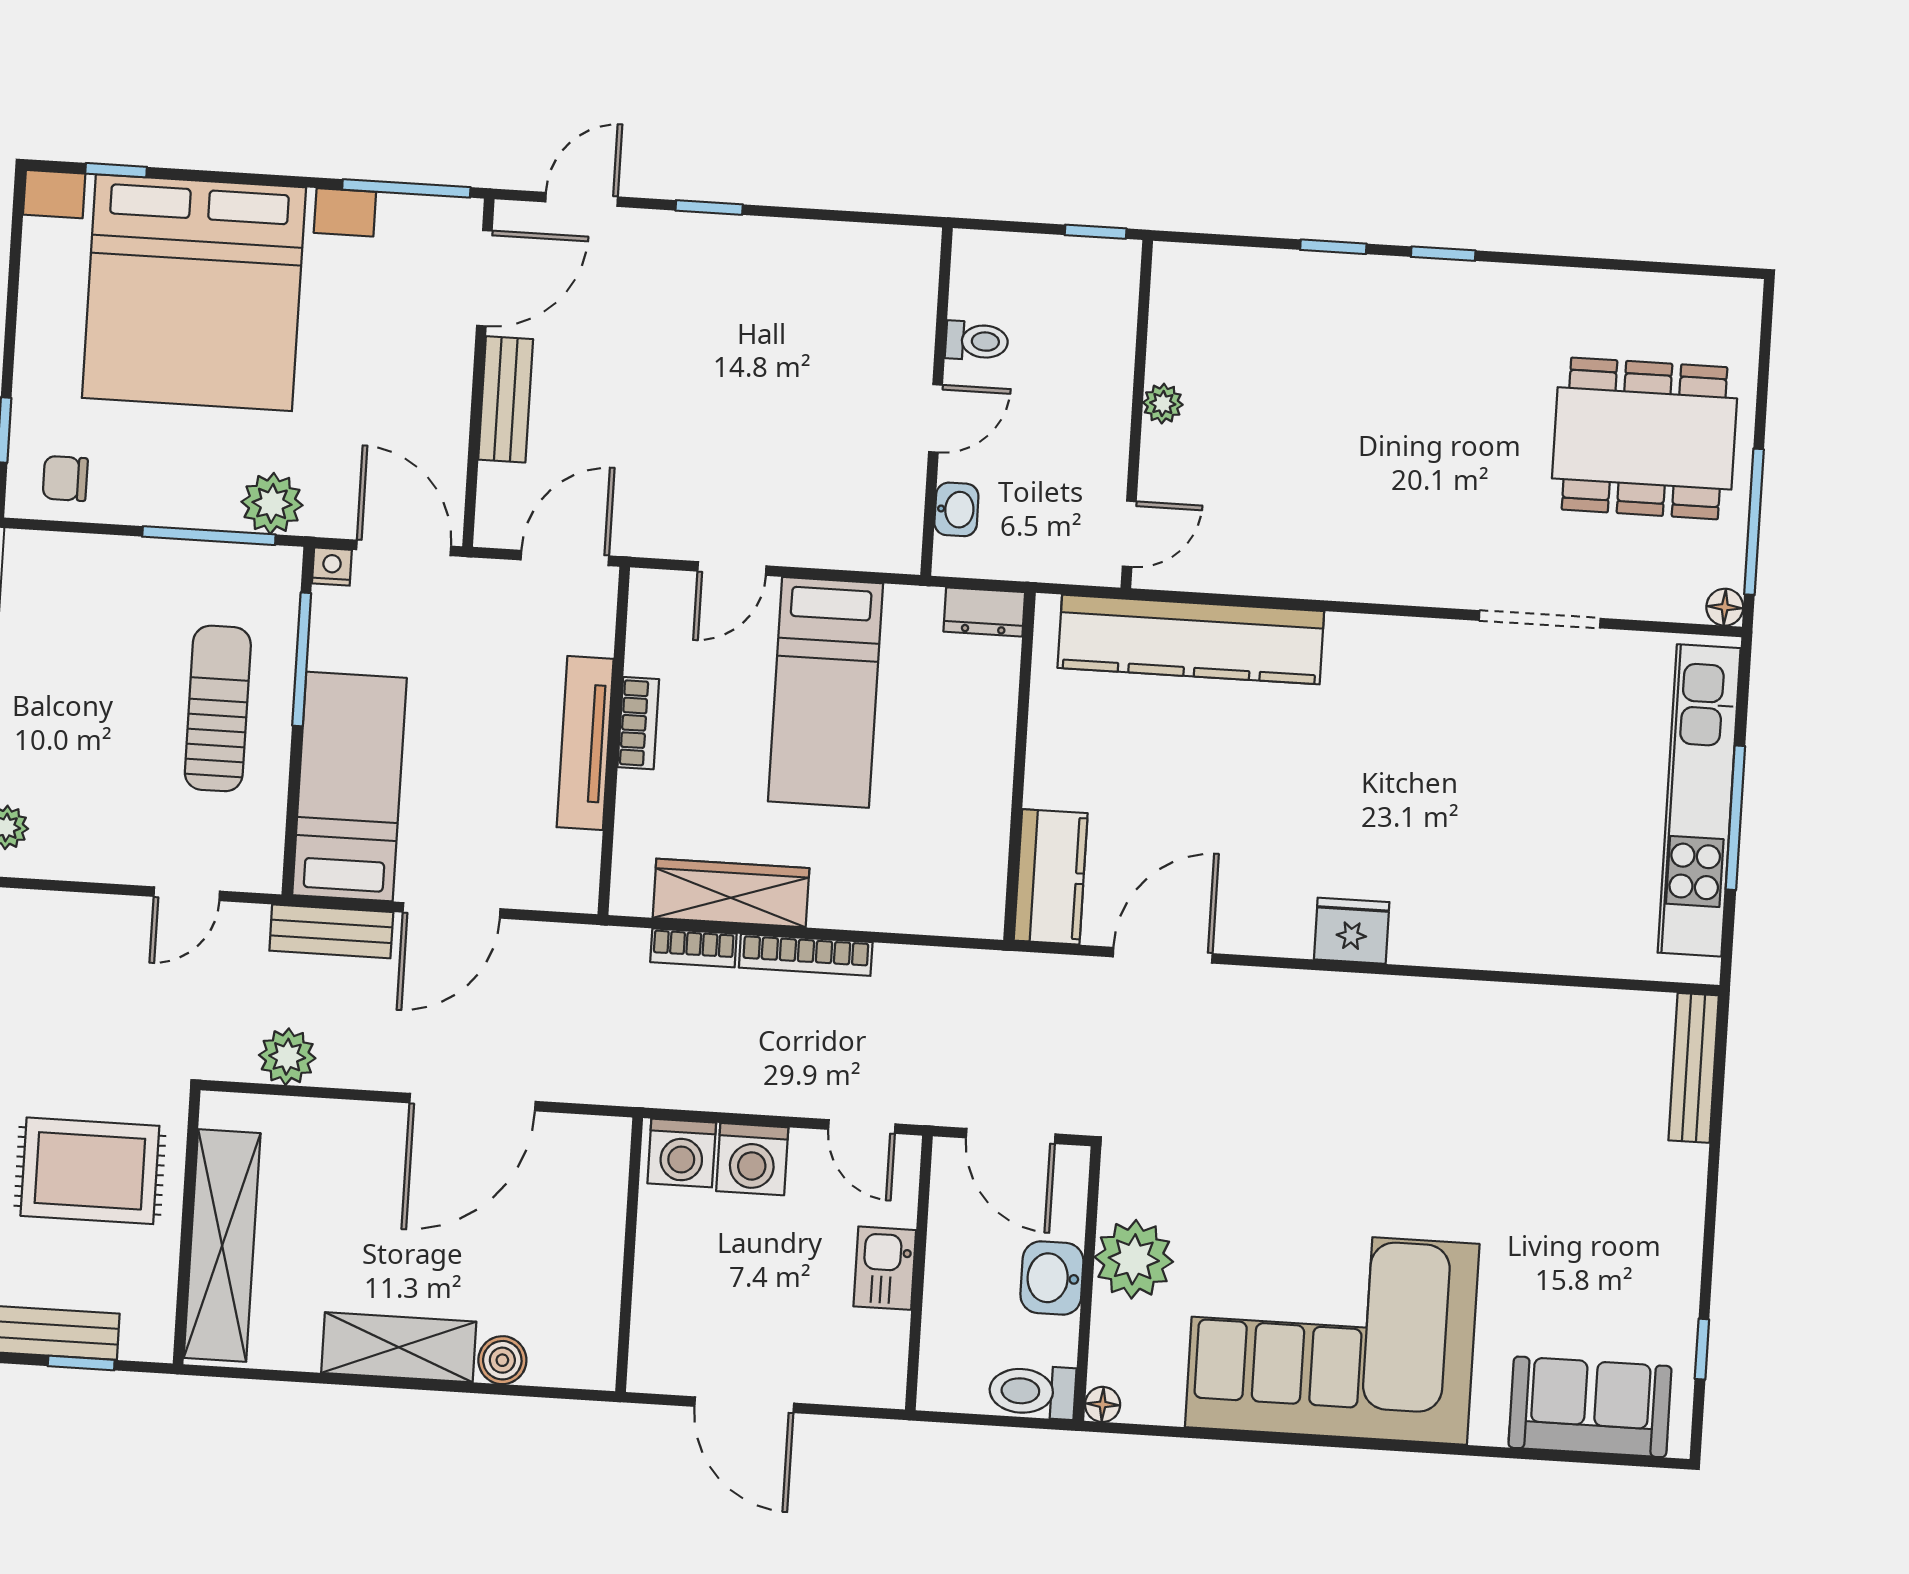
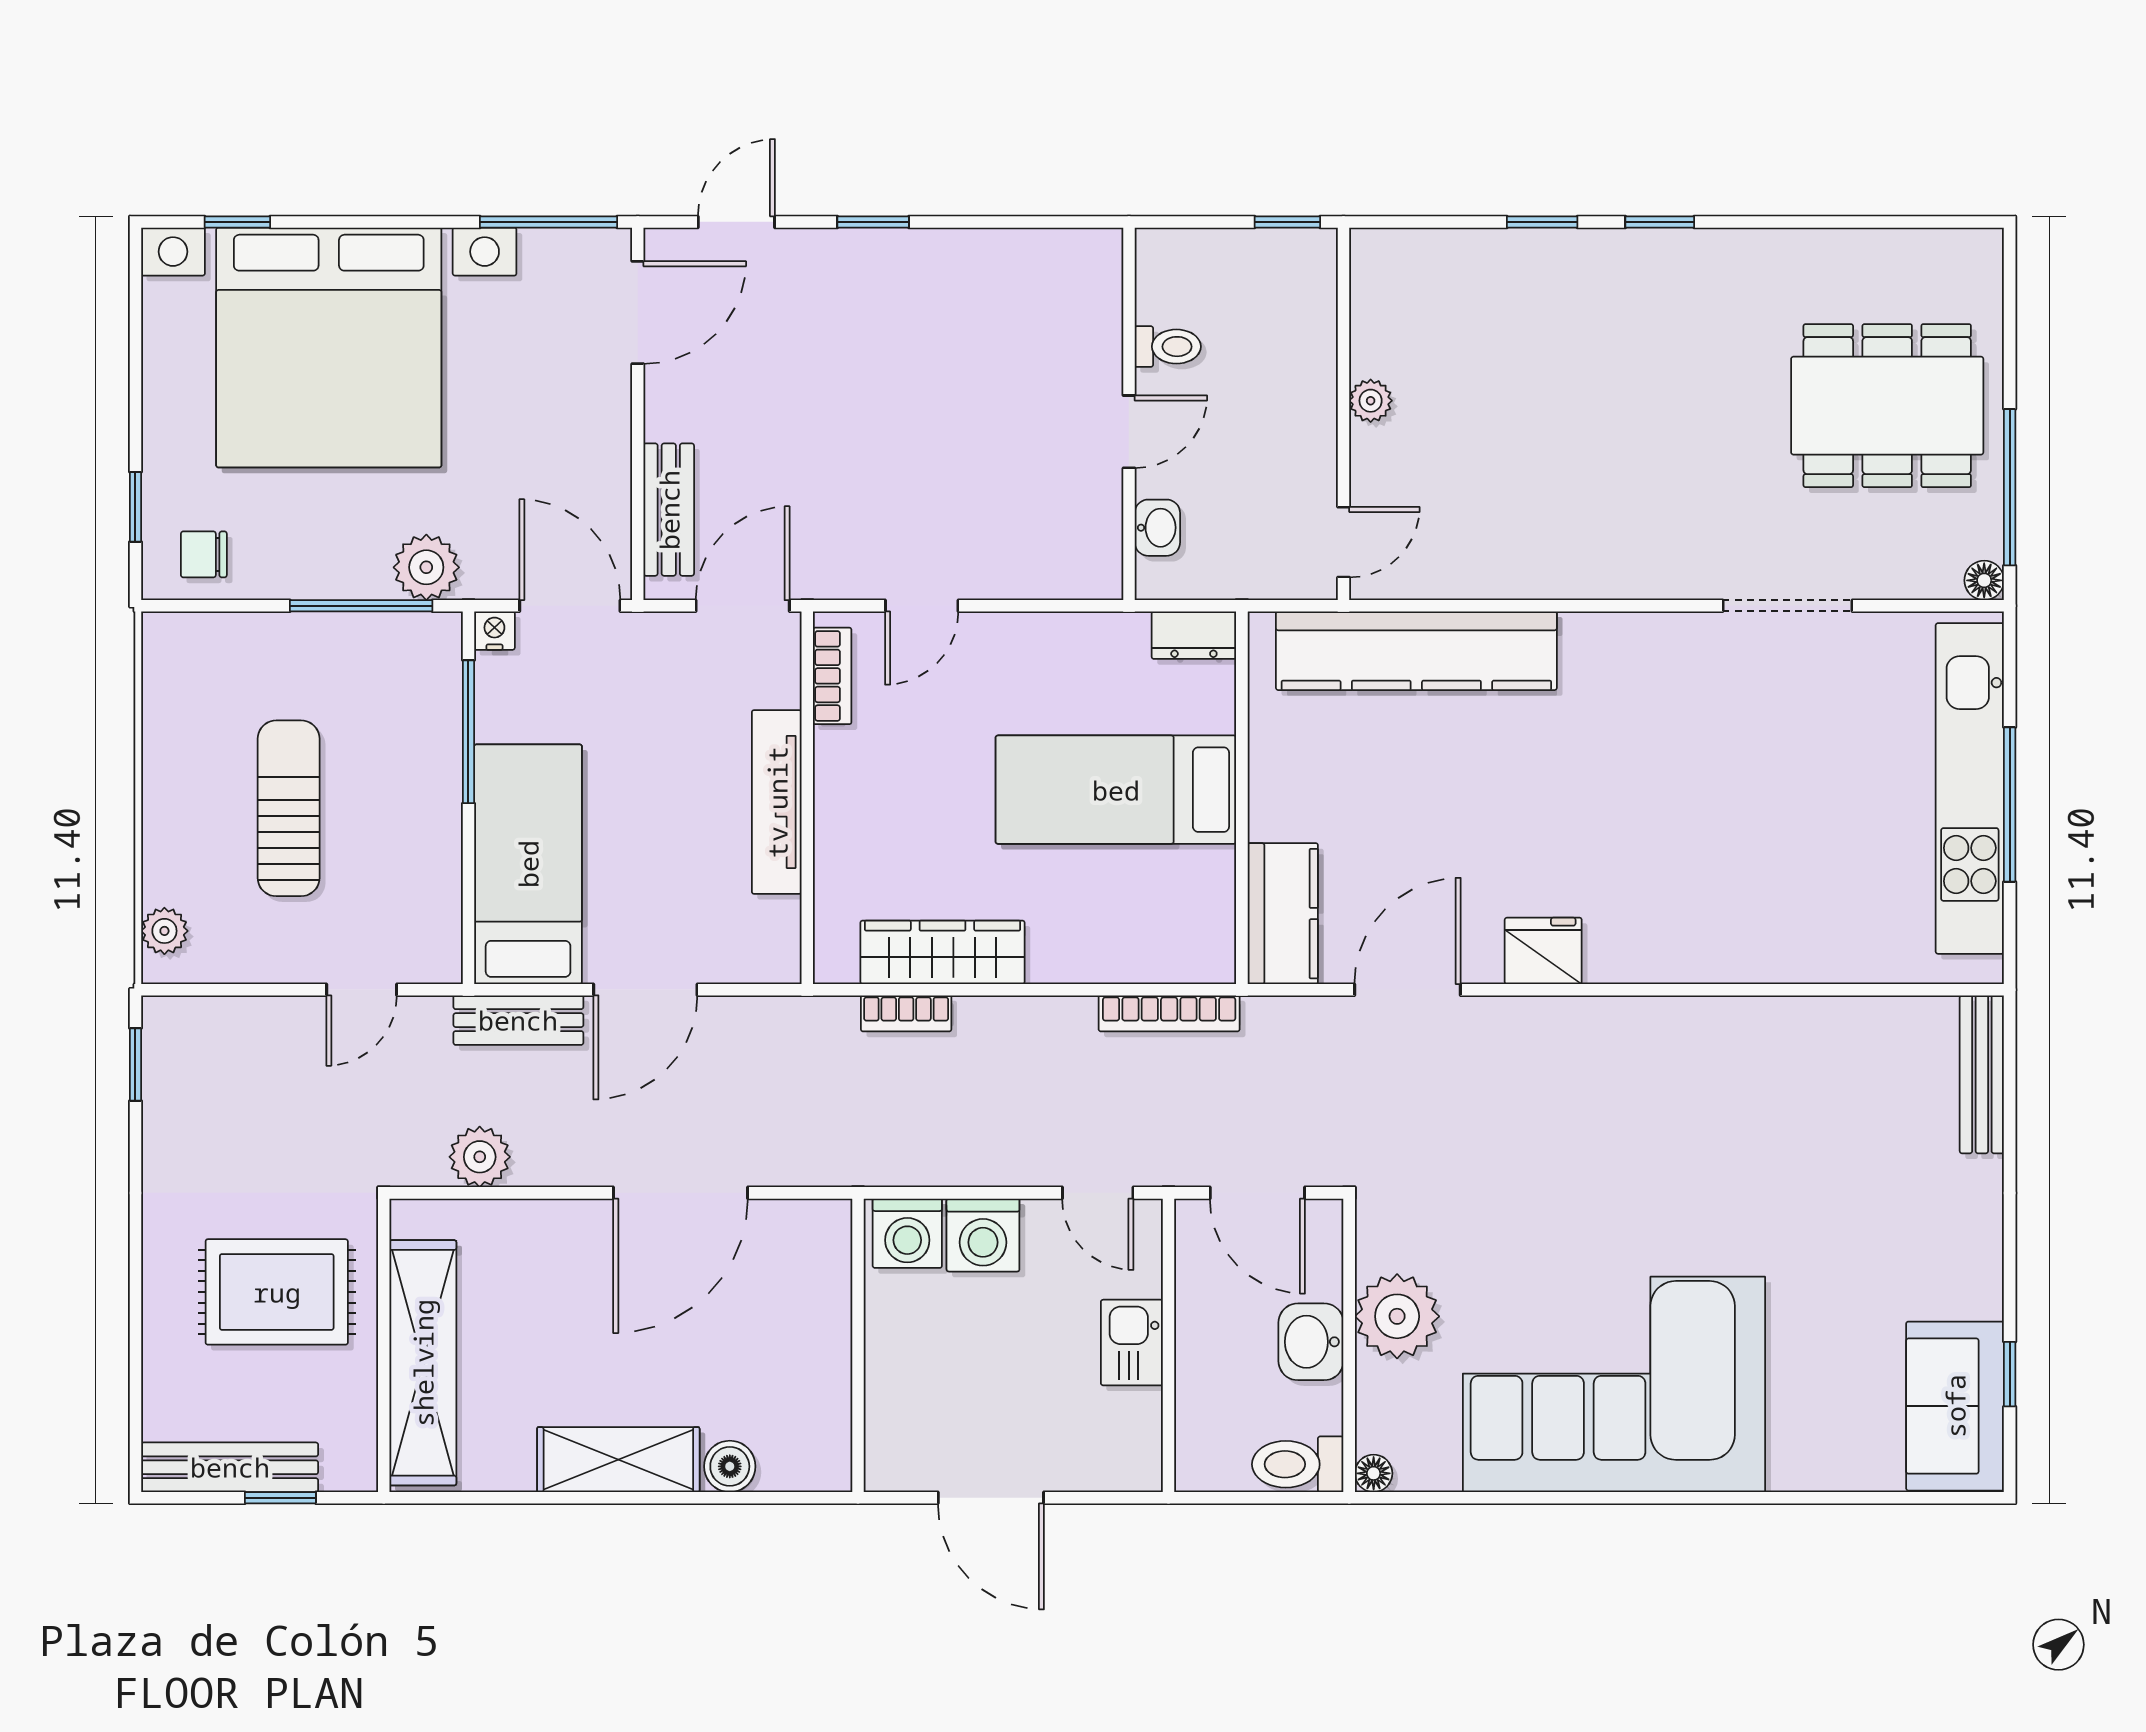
bench: (506, 399) -> (669, 510), moved
bed: (826, 692) -> (1116, 790), moved, turned 90
sun lounger: (218, 708) -> (289, 808), moved
bookcase: (638, 723) -> (832, 676), moved
fridge: (1352, 931) -> (1543, 951), moved
bookcase: (806, 955) -> (1169, 1013), moved
sofa: (1590, 1407) -> (1955, 1406), moved, turned -90

